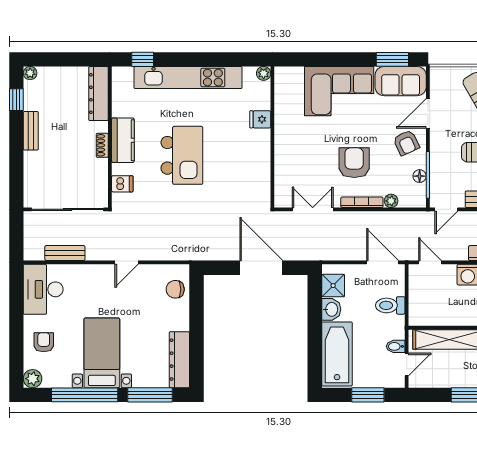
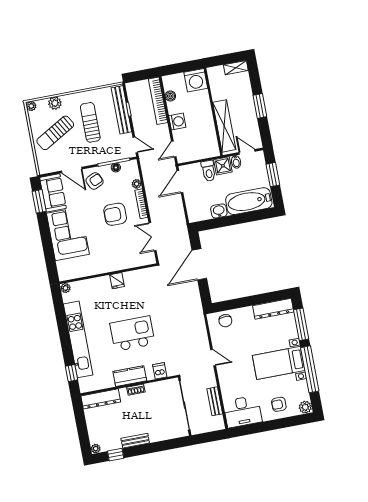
fridge: (260, 119) -> (117, 281), moved
shower: (333, 286) -> (223, 166), moved

